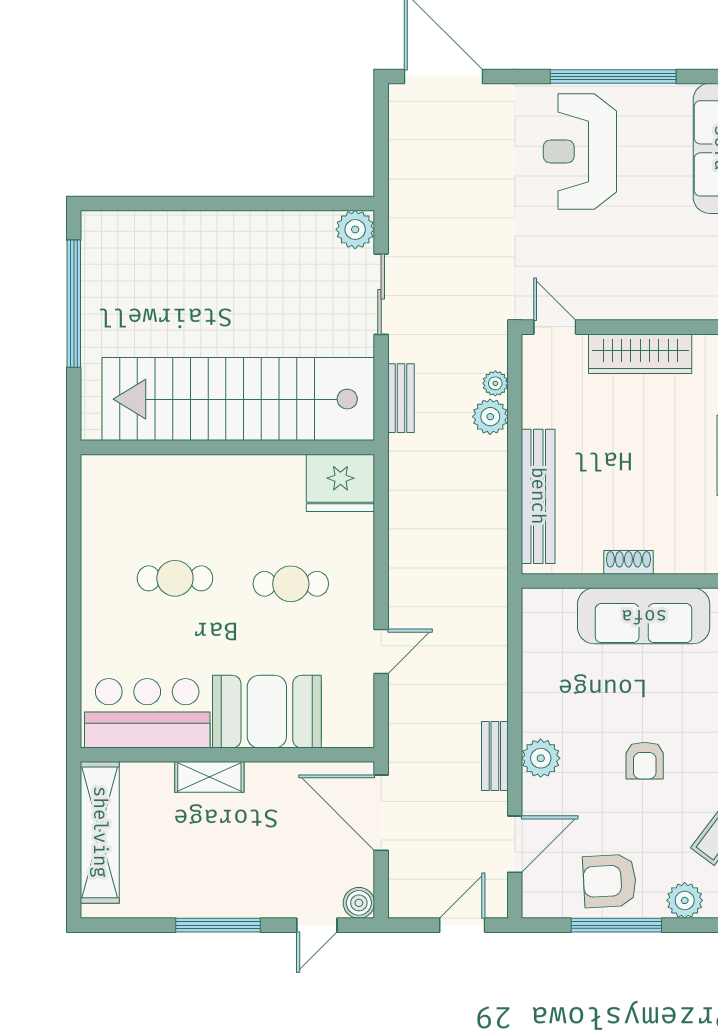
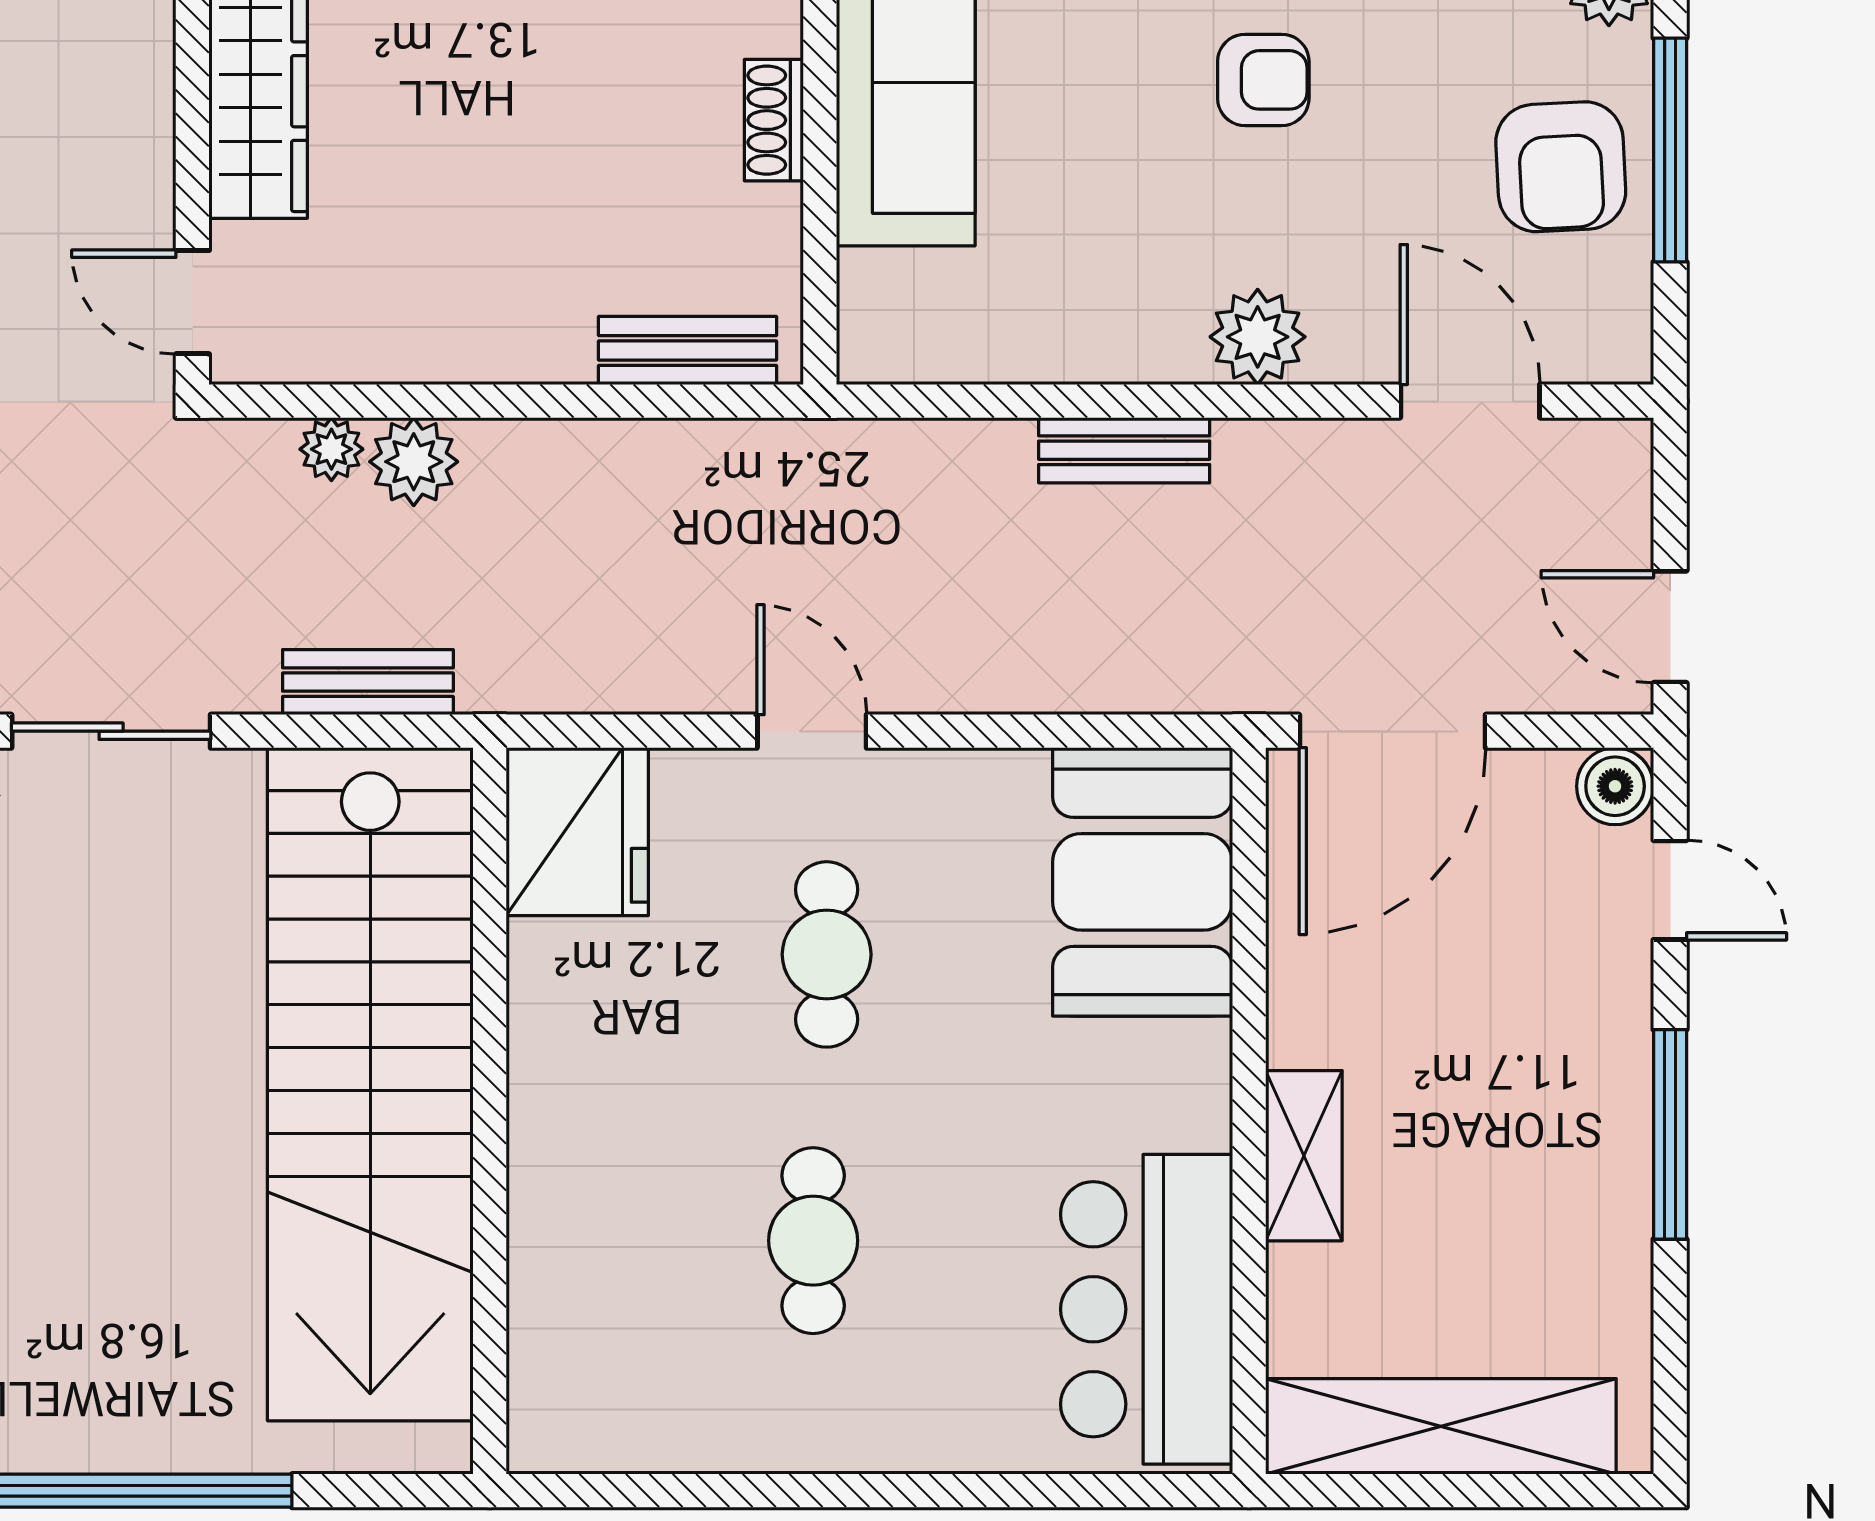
door: (555, 327) -> (192, 302), hinge flipped
bench: (538, 496) -> (687, 350), width x0.54, depth x0.82
door: (381, 652) -> (812, 731), moved
booth: (267, 712) -> (1143, 882), moved
bench: (495, 756) -> (1124, 450), moved
door: (462, 925) -> (1670, 627), moved

